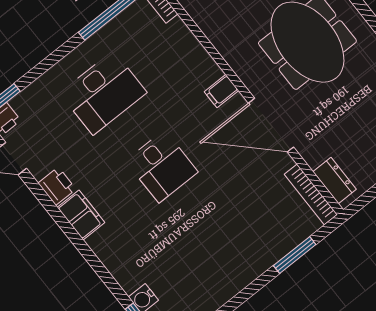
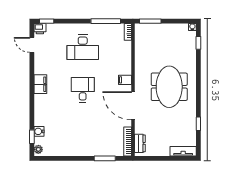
desk: (162, 166) -> (83, 90), turned 180
printer: (57, 186) -> (40, 67), removed

